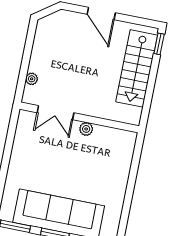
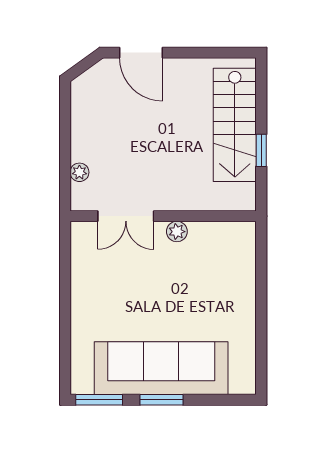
door: (101, 14) -> (141, 53), moved
window: (159, 44) -> (261, 150), moved

